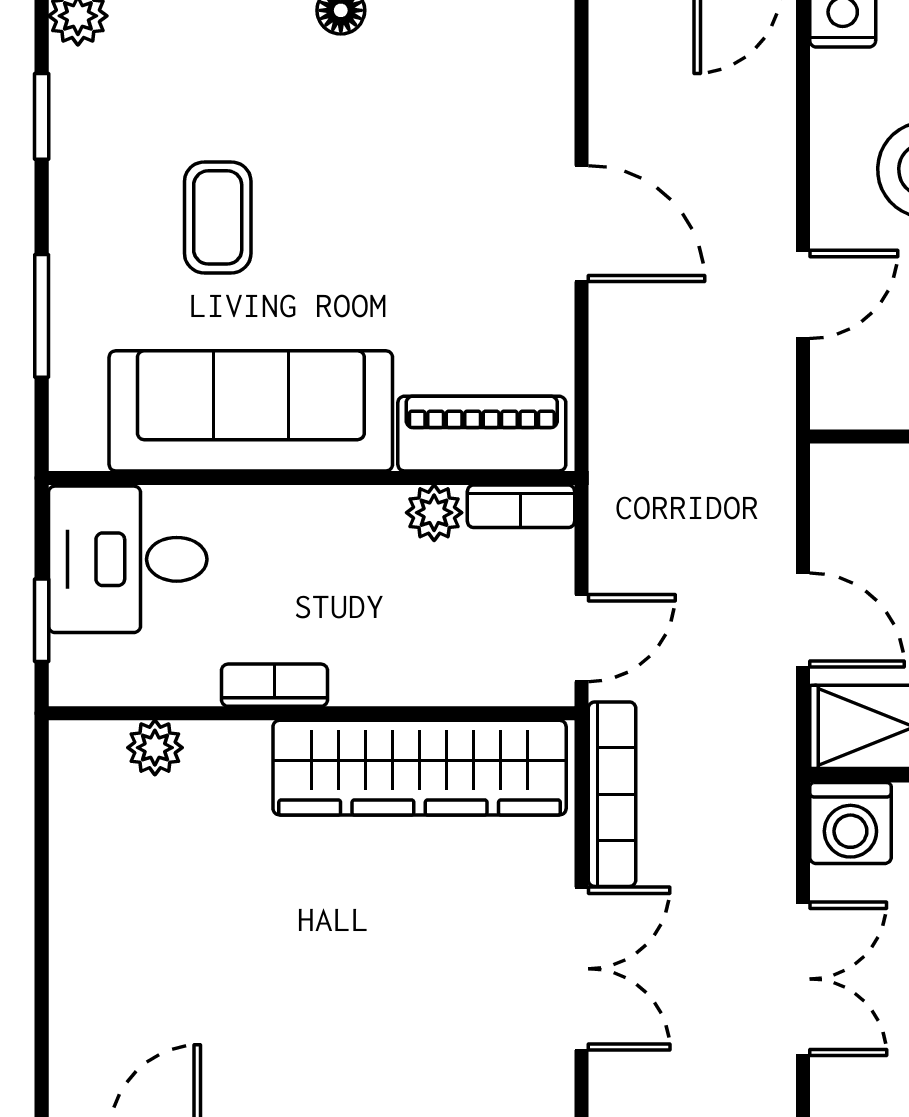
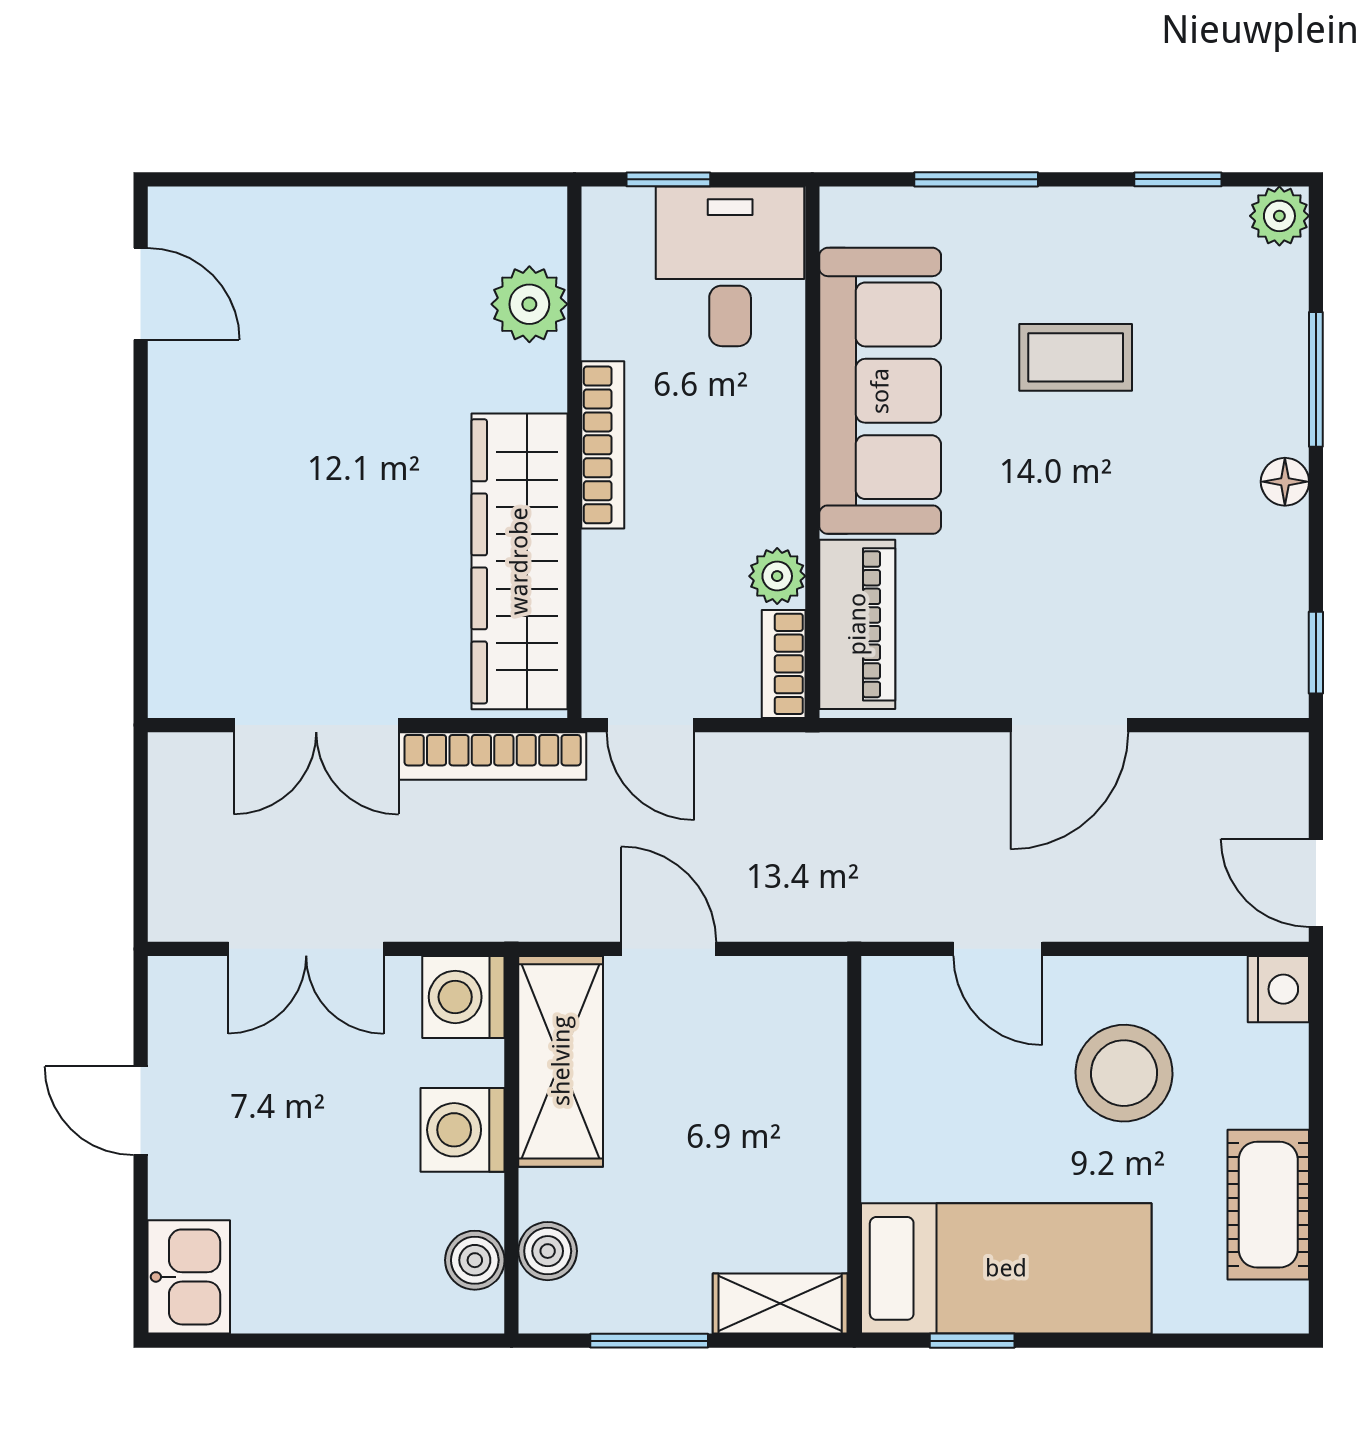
door: (803, 620) -> (669, 949), swing flipped
bookcase: (274, 685) -> (603, 445), width x1.56
plant: (155, 748) -> (529, 304), width x1.38, depth x1.38

